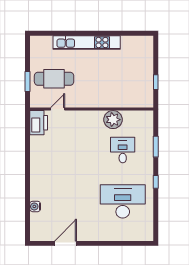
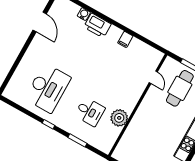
printer: (39, 123) -> (97, 25), moved
filing cabinet: (37, 155) -> (125, 39), added

